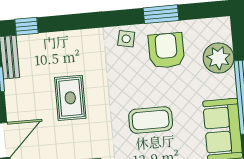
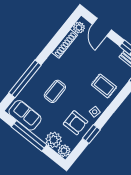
plant: (220, 29) -> (64, 151), added
rug: (70, 98) -> (104, 86), moved

